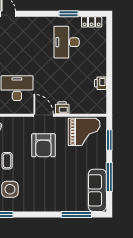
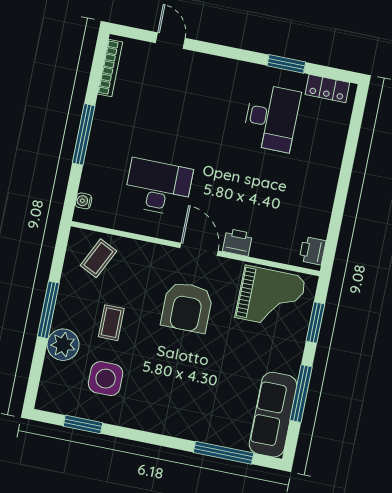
desk: (67, 42) -> (271, 118), turned 180
printer: (100, 83) -> (313, 251), moved

